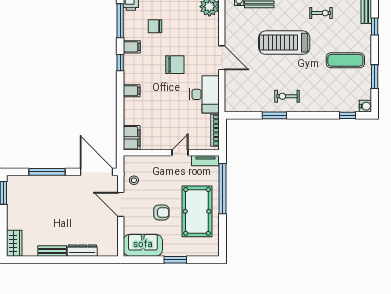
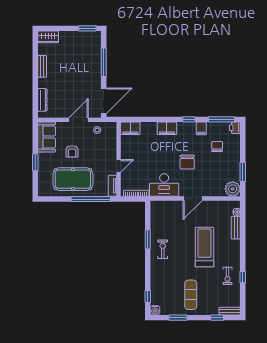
filing cabinet: (132, 91) -> (167, 128), width x2.00
door: (180, 153) -> (119, 166), hinge flipped
dresser: (82, 251) -> (42, 100), moved

